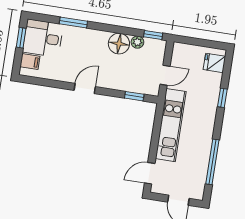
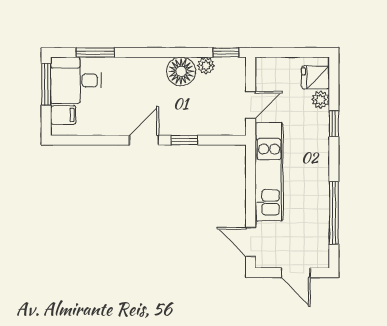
window: (73, 23) -> (95, 52), moved
window: (21, 38) -> (46, 84), width x1.50
plant: (215, 79) -> (321, 100), added
window: (134, 96) -> (184, 140), moved
door: (150, 173) -> (251, 242), hinge flipped

